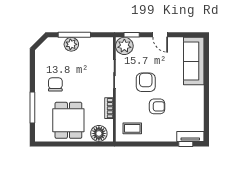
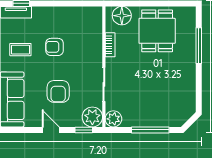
plant: (71, 44) -> (113, 119), moved
armchair: (146, 82) -> (58, 91), moved
chair: (55, 84) -> (172, 72), removed
coffee table: (132, 128) -> (20, 50), moved

